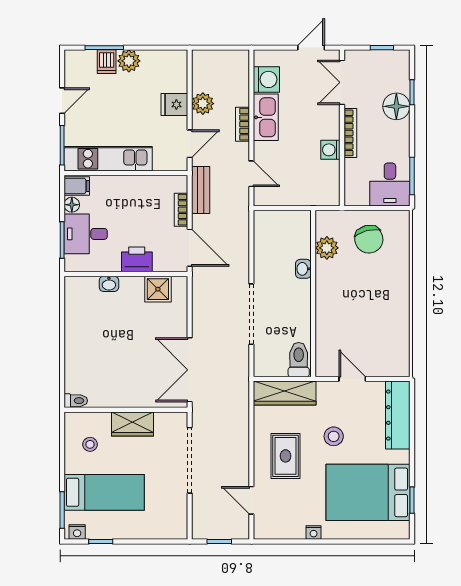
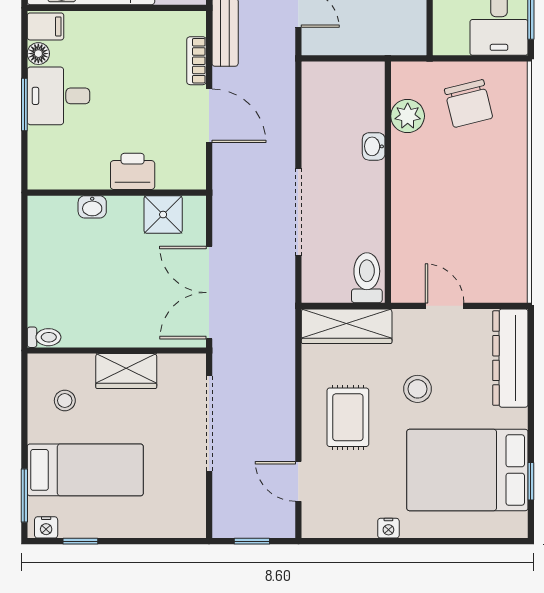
printer: (137, 259) -> (133, 171), moved
wall: (126, 274) -> (117, 193), moved
washbasin: (109, 284) -> (92, 207), moved
shower: (158, 289) -> (163, 215), moved

